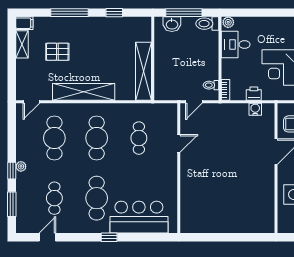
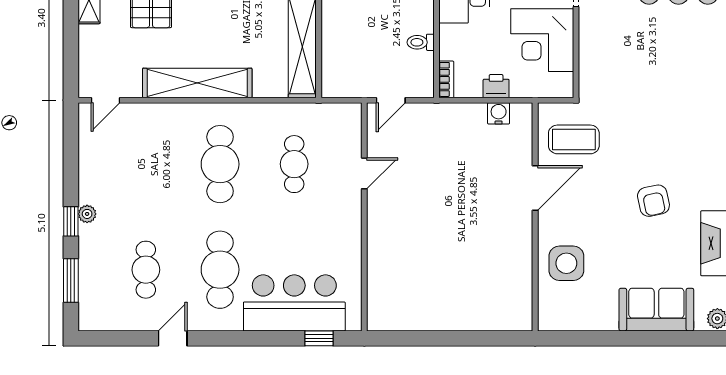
toilet: (211, 85) -> (421, 42), moved
cafe table: (54, 138) -> (146, 164), removed
door: (47, 237) -> (173, 338), moved
window: (109, 237) -> (319, 338), moved

